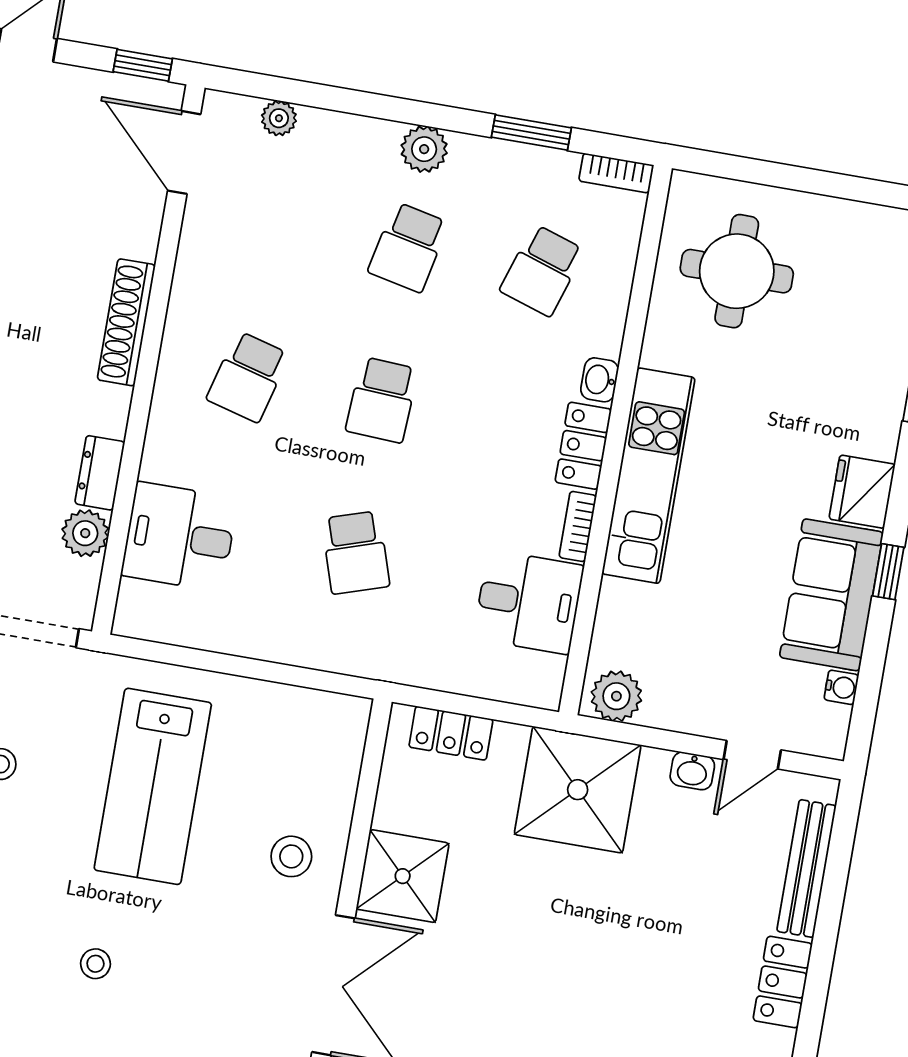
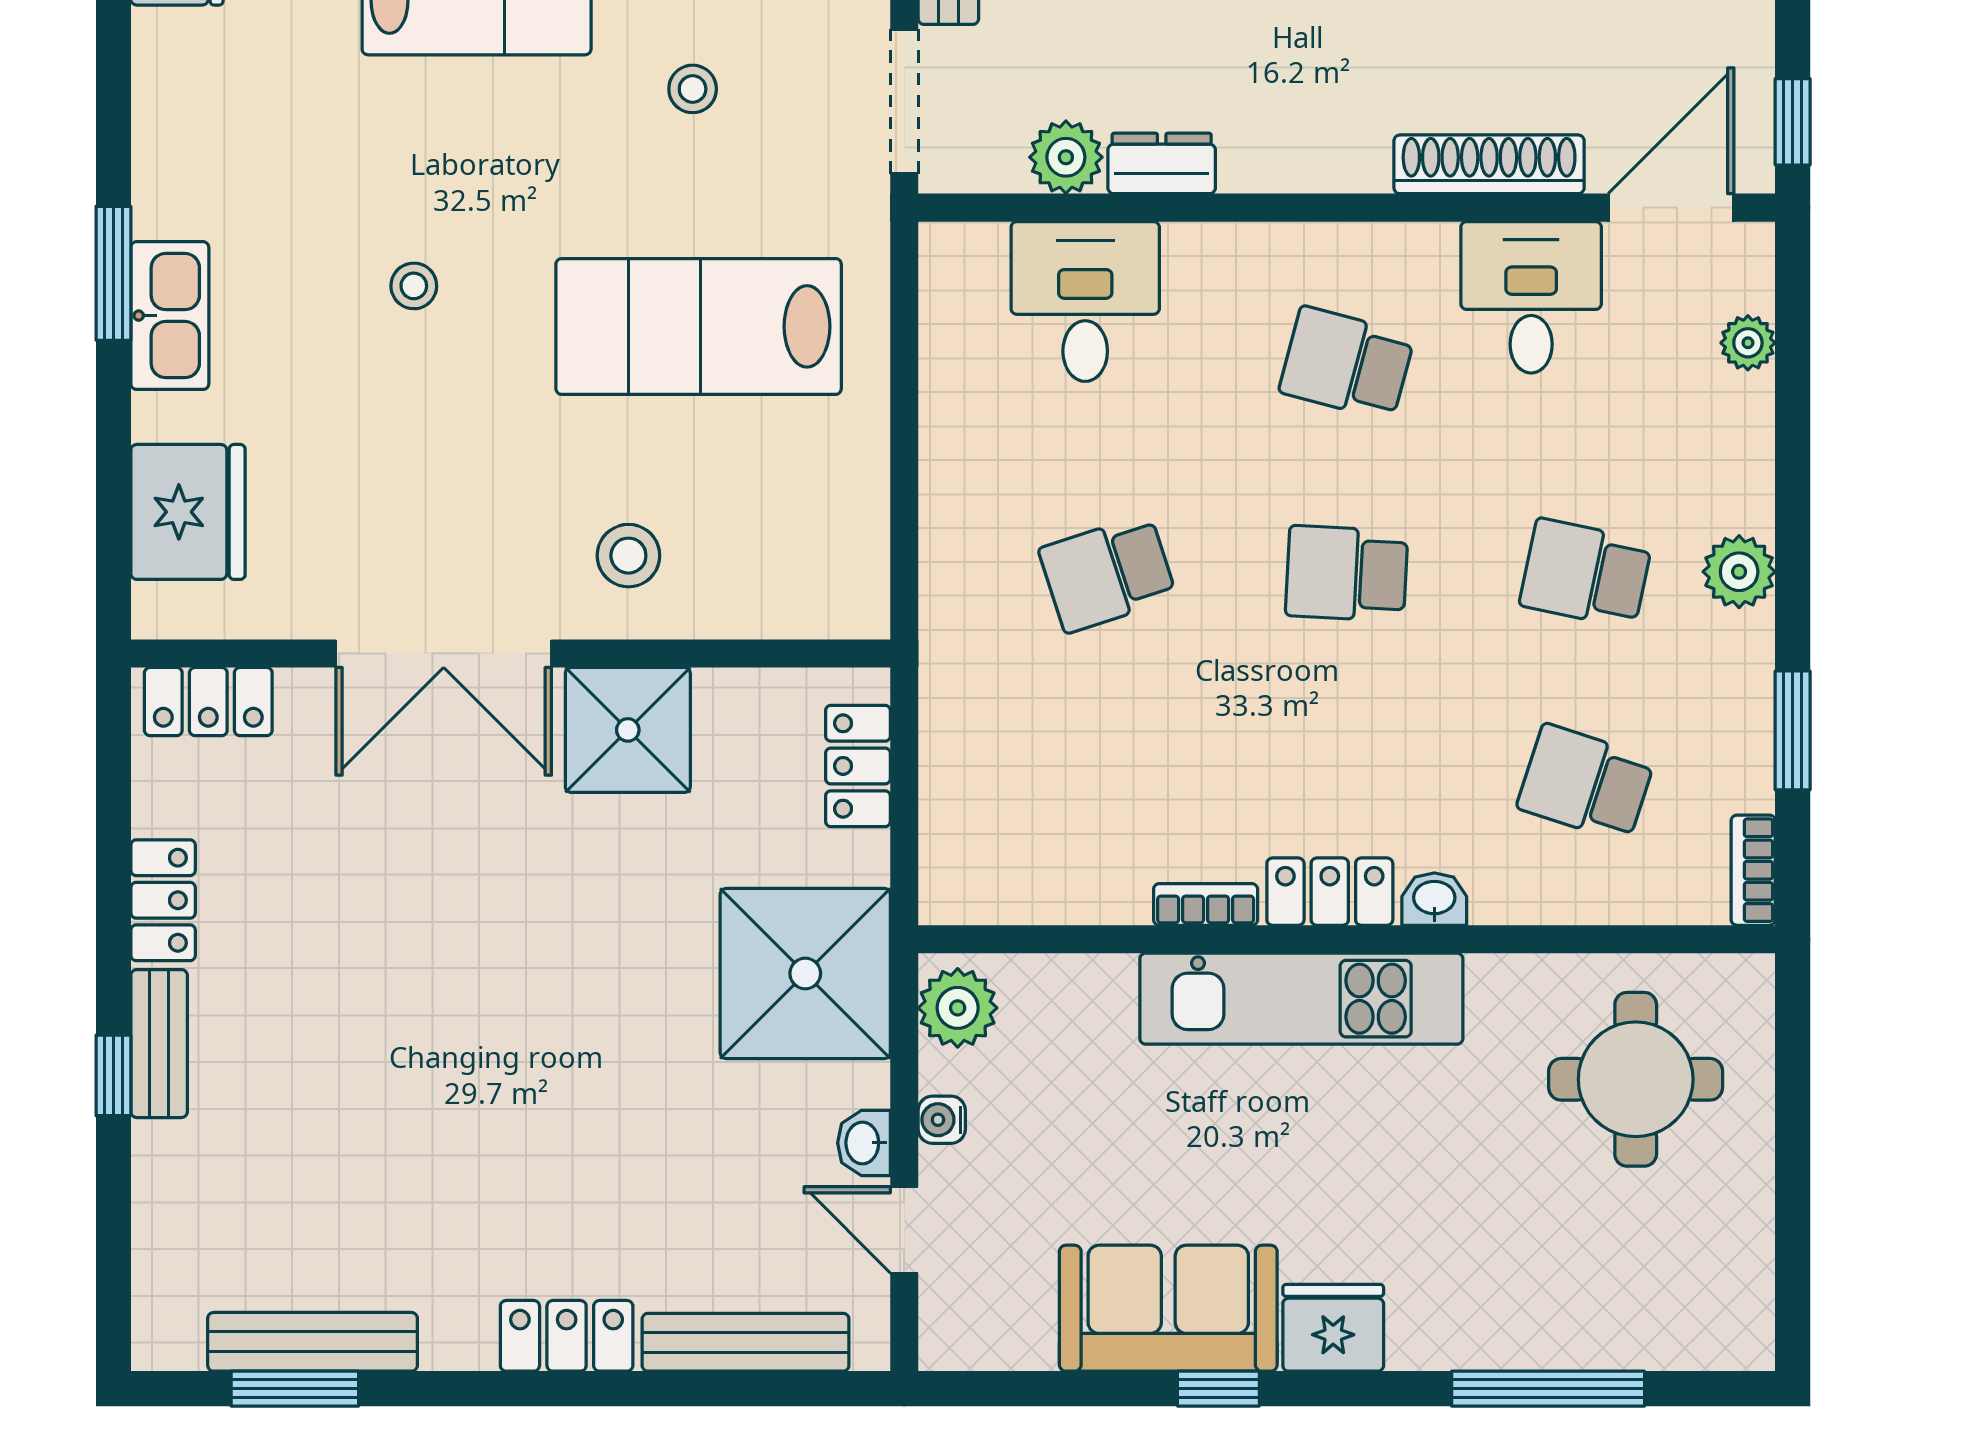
shoe rack: (126, 322) -> (1489, 164), moved
desk: (529, 602) -> (1531, 297), moved, turned 180
water cooler: (841, 687) -> (942, 1120), moved, turned 90

